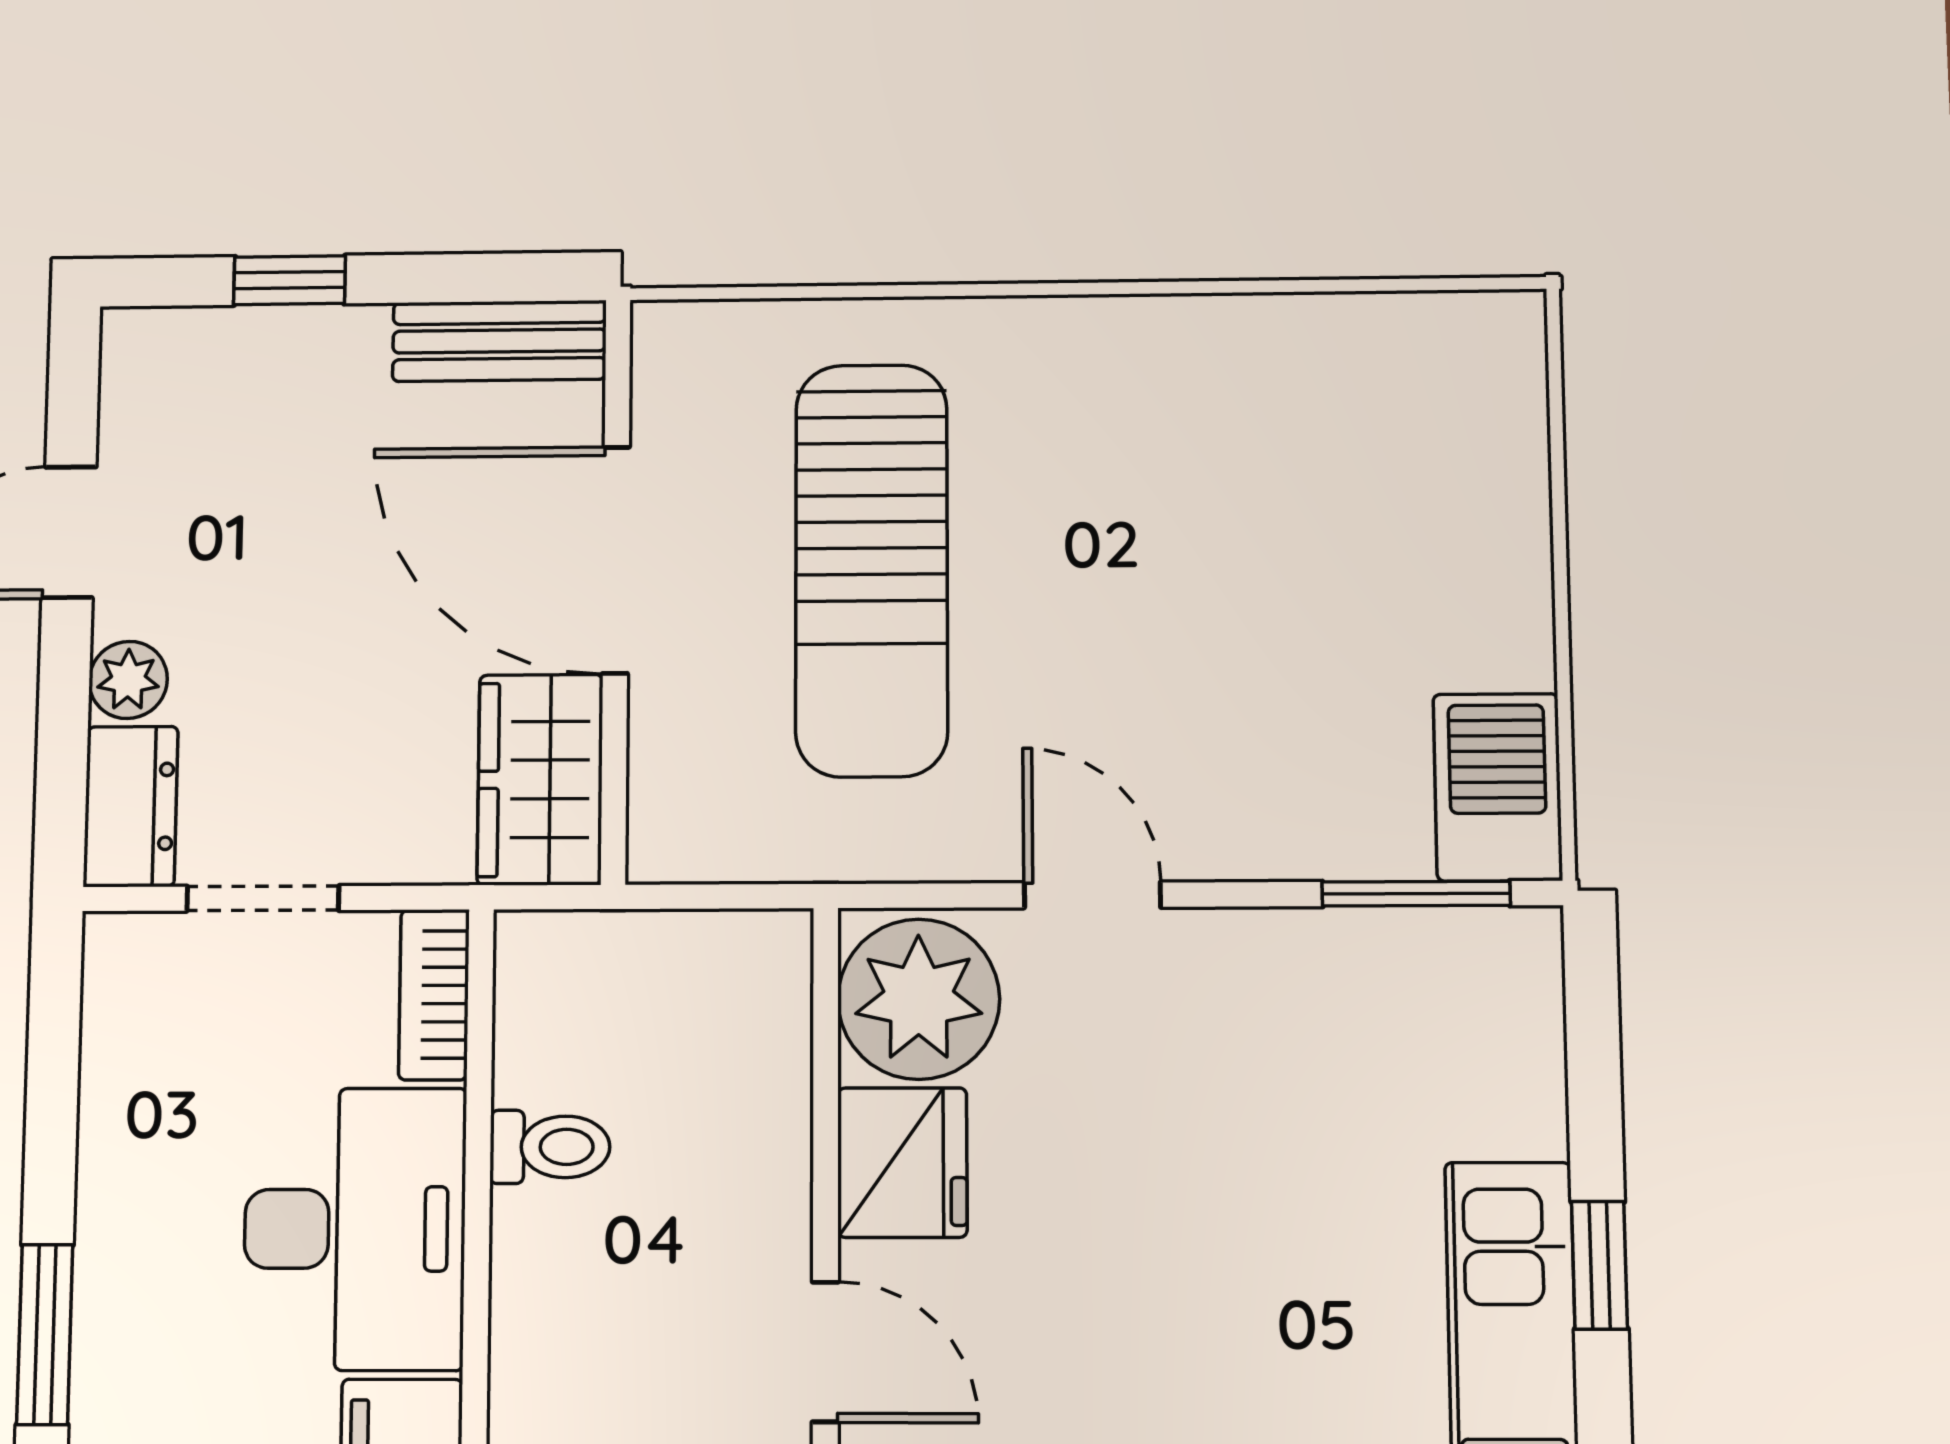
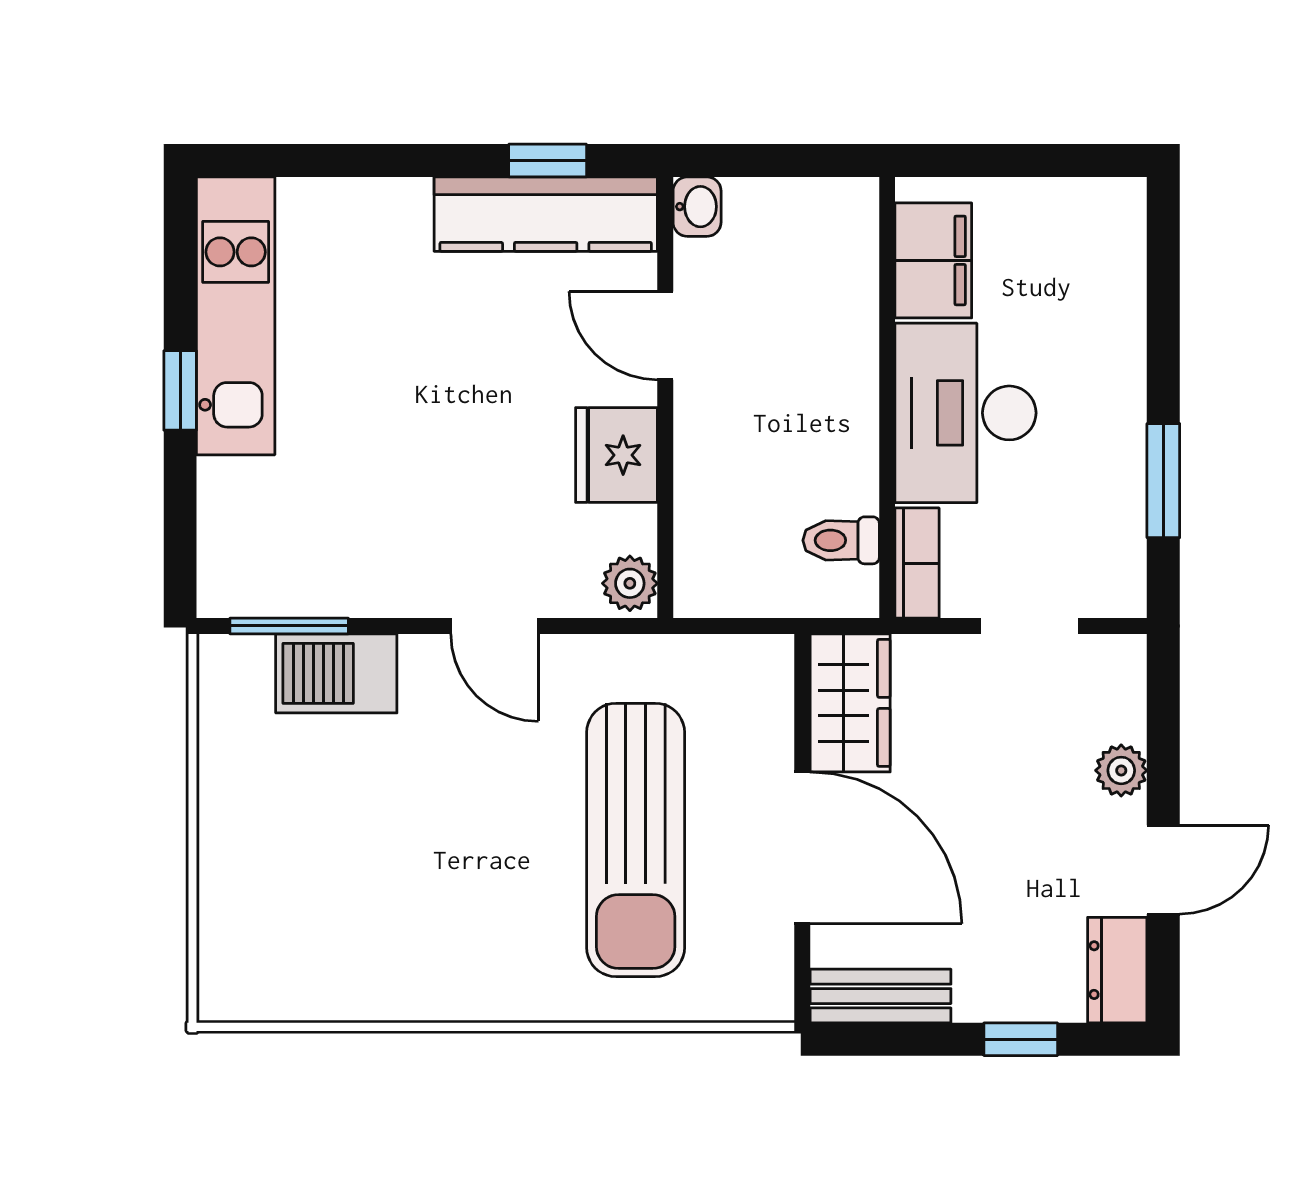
sun lounger: (872, 570) -> (636, 840), turned 180
barbecue: (1498, 787) -> (336, 673), moved, turned 90
dresser: (131, 807) -> (1117, 970), moved
plant: (919, 999) -> (630, 583), width x0.53, depth x0.53
toilet: (550, 1147) -> (841, 540), moved
window: (45, 1334) -> (1163, 481), moved

